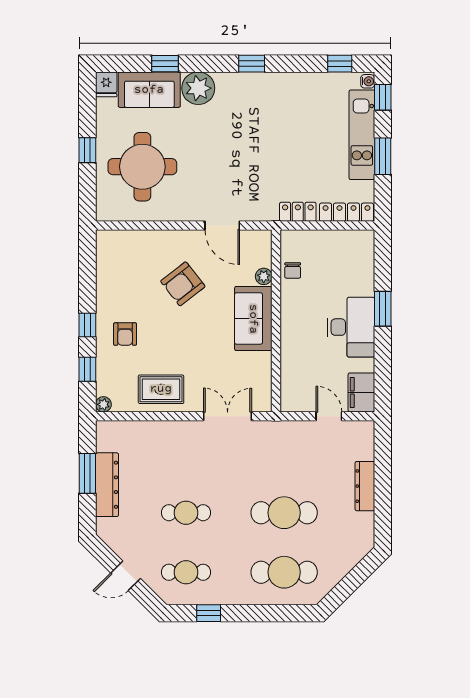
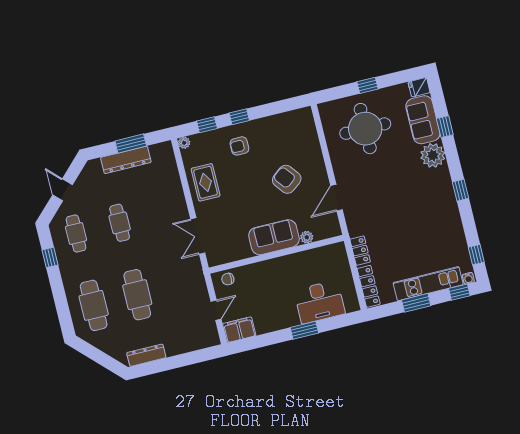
chair: (293, 270) -> (228, 279), moved
desk: (351, 327) -> (319, 302), moved
double door: (228, 416) -> (198, 236), swing flipped
dresser: (365, 486) -> (146, 355), moved

